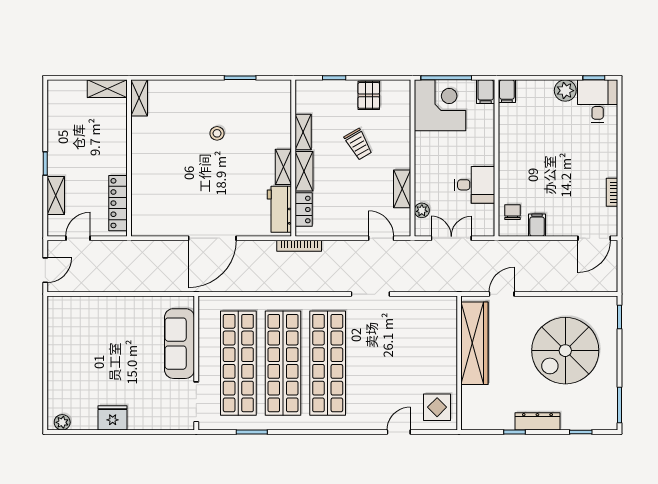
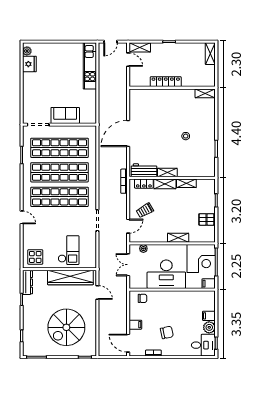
shelving: (107, 89) -> (210, 54), moved
filing cabinet: (507, 91) -> (209, 316), moved
trolley: (358, 144) -> (145, 210), moved
chair: (575, 168) -> (167, 332), added
desk: (475, 185) -> (166, 274), width x1.87, depth x1.30
shelving: (402, 189) -> (178, 238), moved
shelving: (56, 195) -> (140, 47), moved
locker: (118, 203) -> (166, 82), moved
filing cabinet: (537, 225) -> (135, 325), moved
door: (212, 238) -> (128, 133), hinge flipped
double door: (451, 238) -> (128, 265), swing flipped
door: (45, 270) -> (111, 42), hinge flipped
kitchen unit: (89, 308) -> (90, 66), added
sofa: (179, 344) -> (65, 115), width x0.73
checkout: (425, 347) -> (69, 250), added
spiral stairs: (565, 351) -> (66, 327), turned -90
fridge: (113, 418) -> (29, 64), moved
dresser: (537, 421) -> (27, 282), moved
door: (399, 432) -> (22, 217), moved

